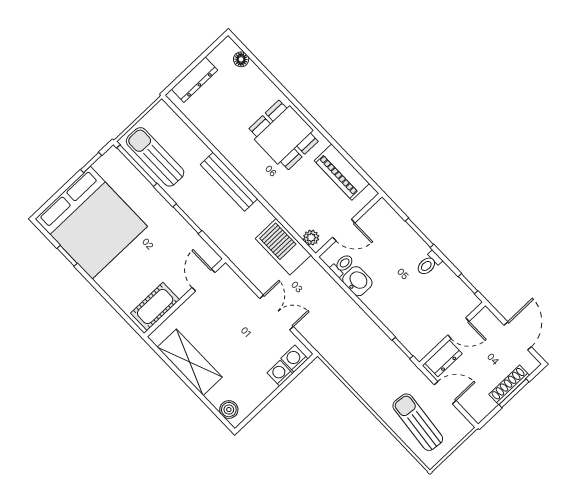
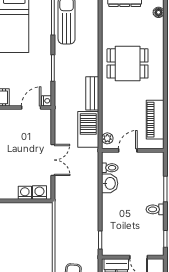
dining table: (284, 135) -> (128, 63), moved, turned 90
bench: (229, 182) -> (92, 93), moved, width x0.73
door: (344, 230) -> (128, 150), swing flipped
nightstand: (213, 258) -> (46, 101), added

